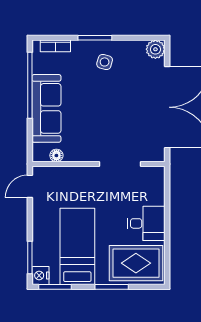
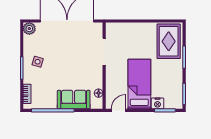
sofa: (46, 108) -> (74, 100), width x0.73
door: (30, 186) -> (119, 110), swing flipped
desk: (146, 223) -> (143, 35), removed
bed: (77, 246) -> (139, 84), moved, turned 90
nightstand: (40, 275) -> (157, 103), moved

